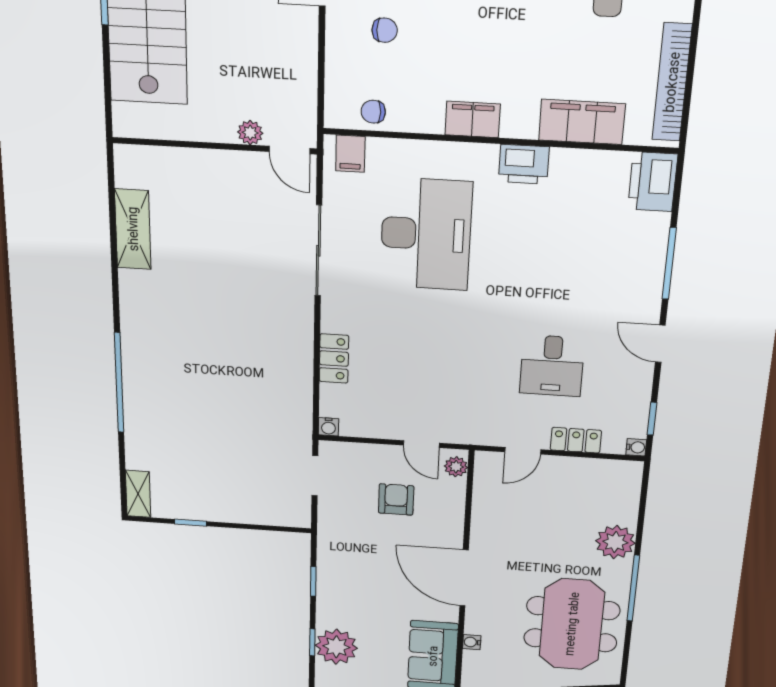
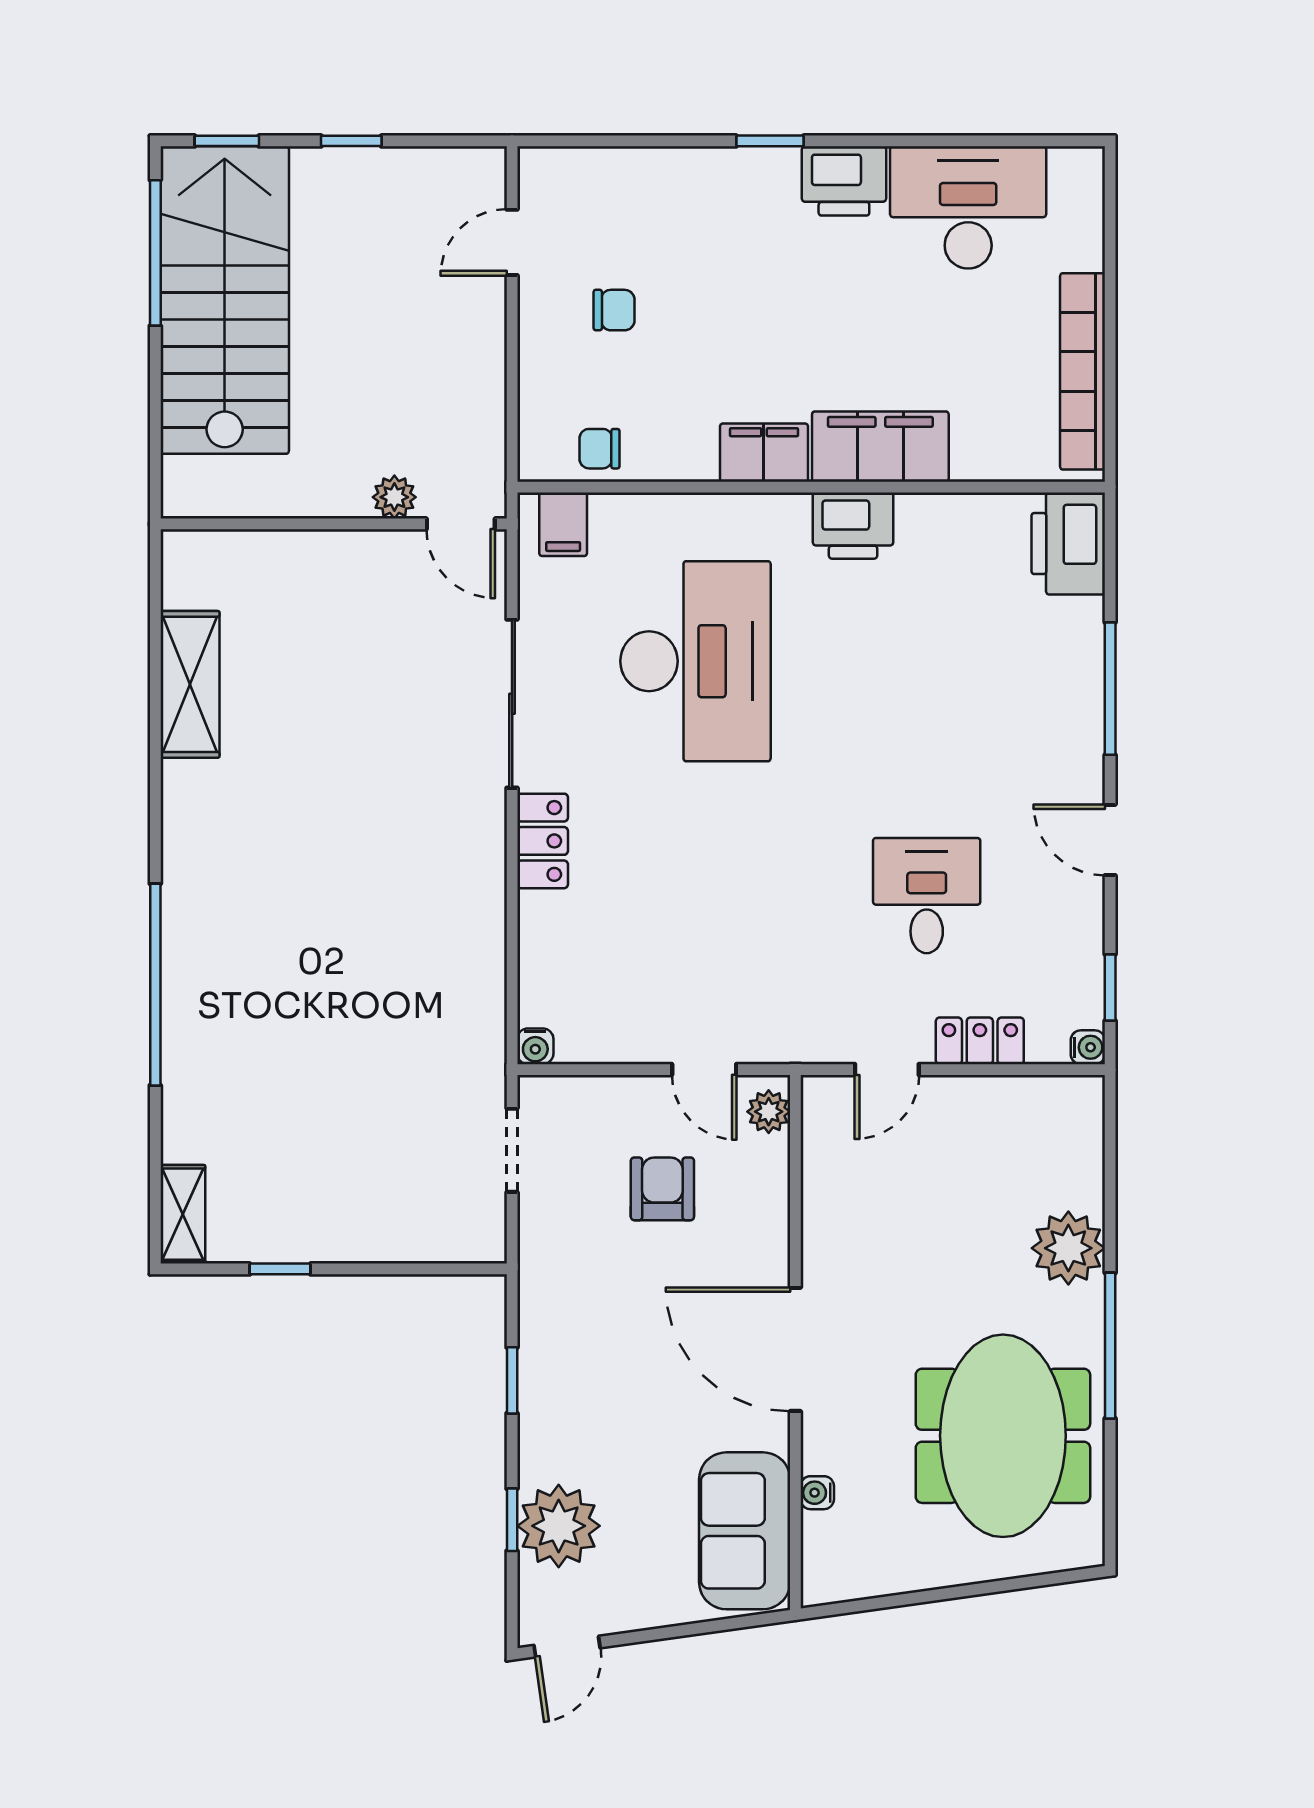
filing cabinet: (582, 122) -> (880, 447), moved
locker: (334, 358) -> (543, 841), moved
desk: (552, 366) -> (927, 896), turned 180

